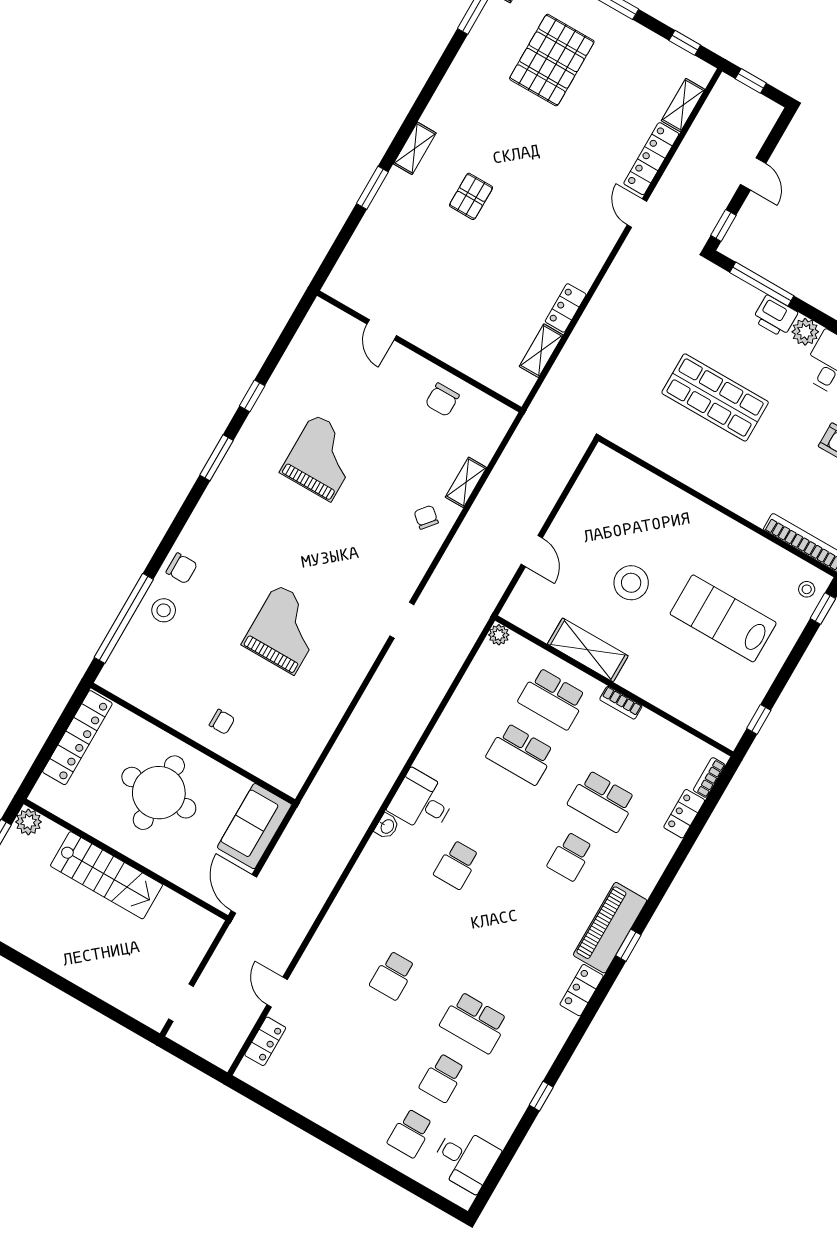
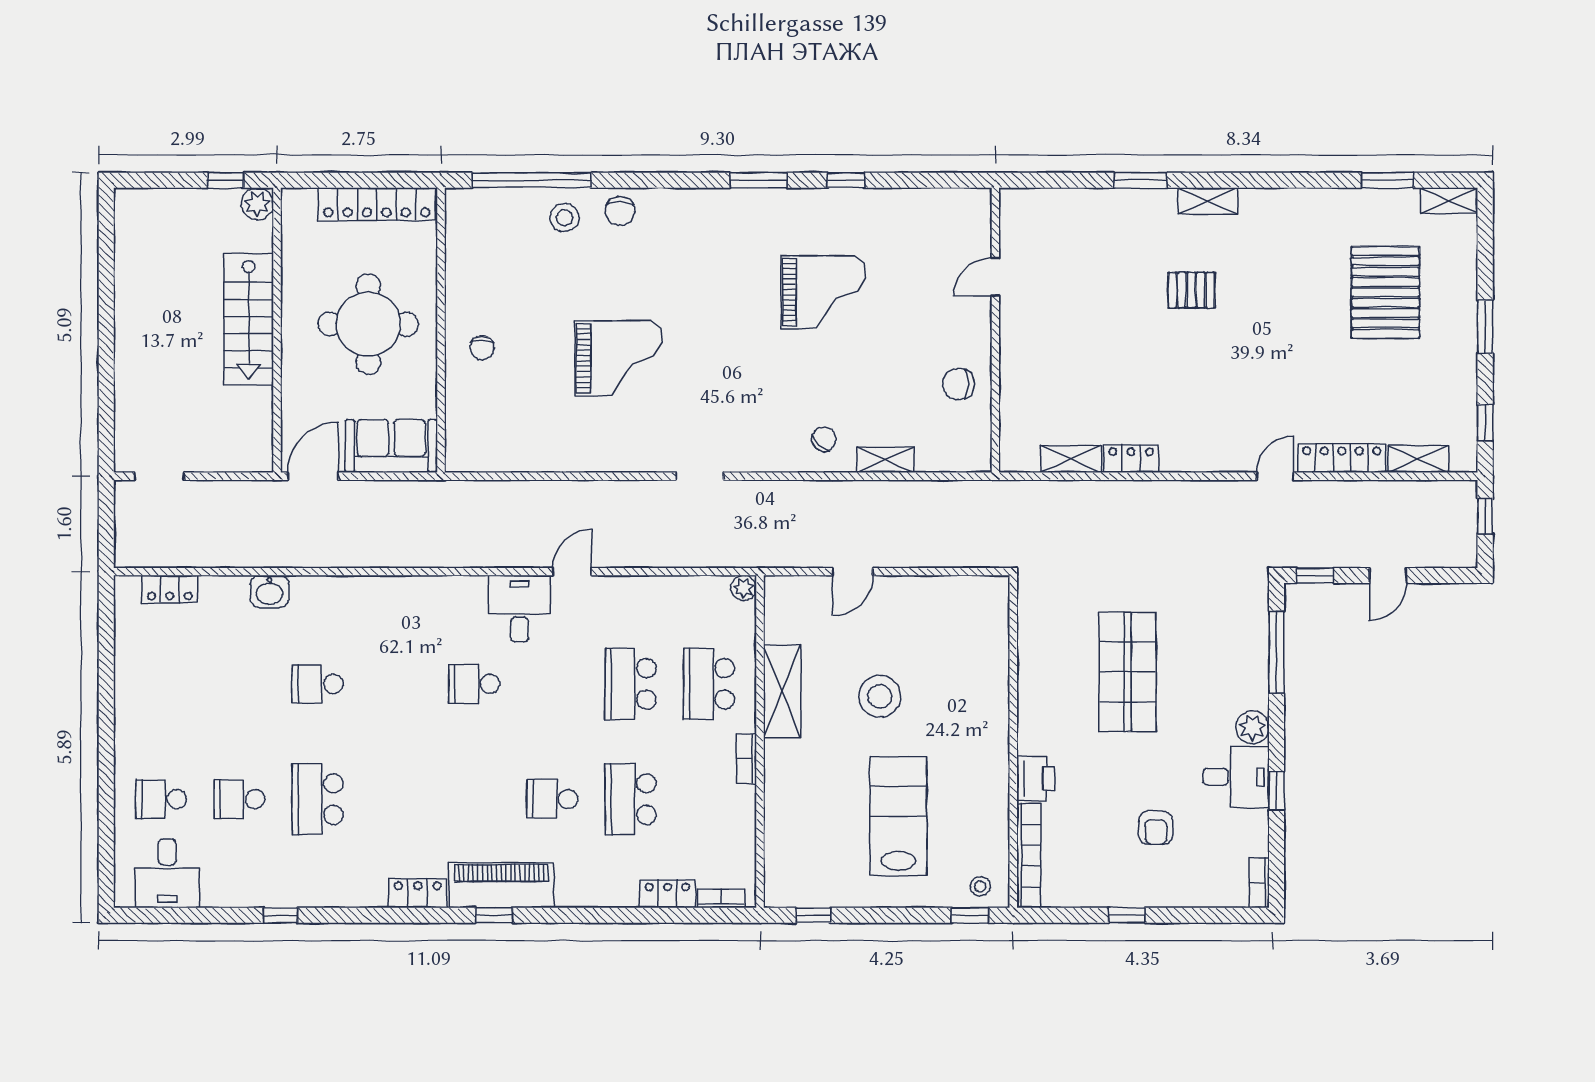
pallet: (552, 60) -> (1385, 292), turned 90
printer: (775, 316) -> (1035, 778), moved, turned 180
washbasin: (387, 826) -> (270, 591), moved, width x1.38, depth x1.45
door: (277, 992) -> (572, 572), moved

